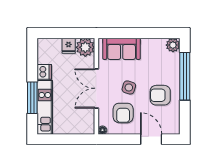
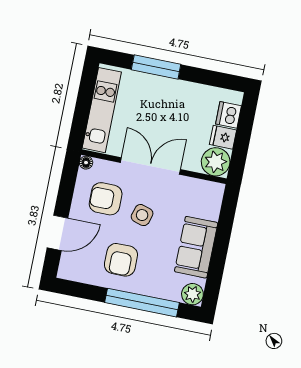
sofa: (122, 49) -> (196, 247), moved
dishwasher: (44, 72) -> (229, 115), moved, turned 90
armchair: (160, 95) -> (121, 260), turned 180
kitchen unit: (45, 107) -> (102, 110), moved, turned -90

